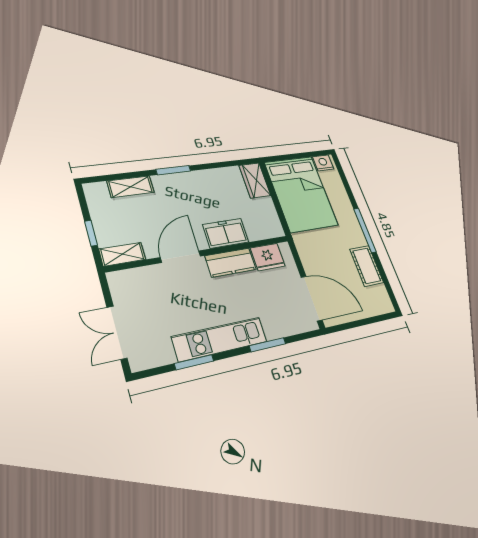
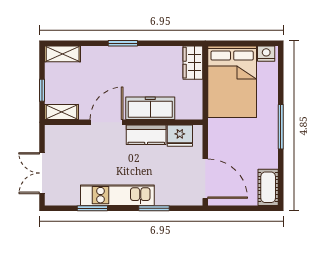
shelving: (131, 187) -> (63, 54), moved
freezer: (226, 233) -> (150, 108), width x1.40
cot: (367, 266) -> (268, 187), moved

